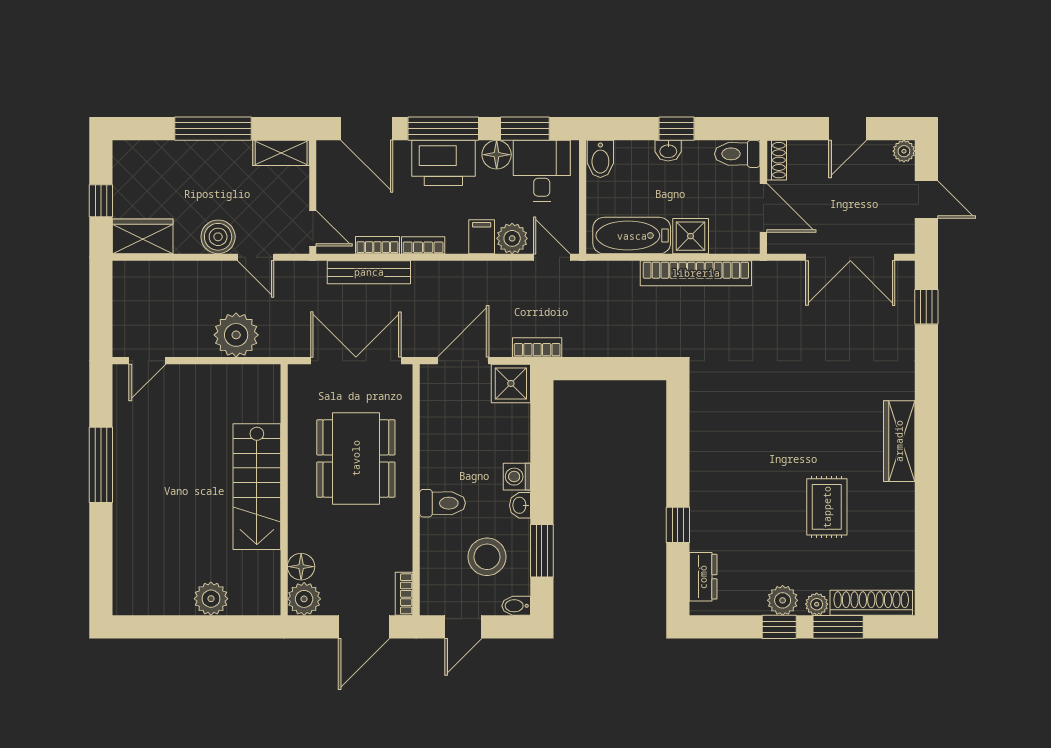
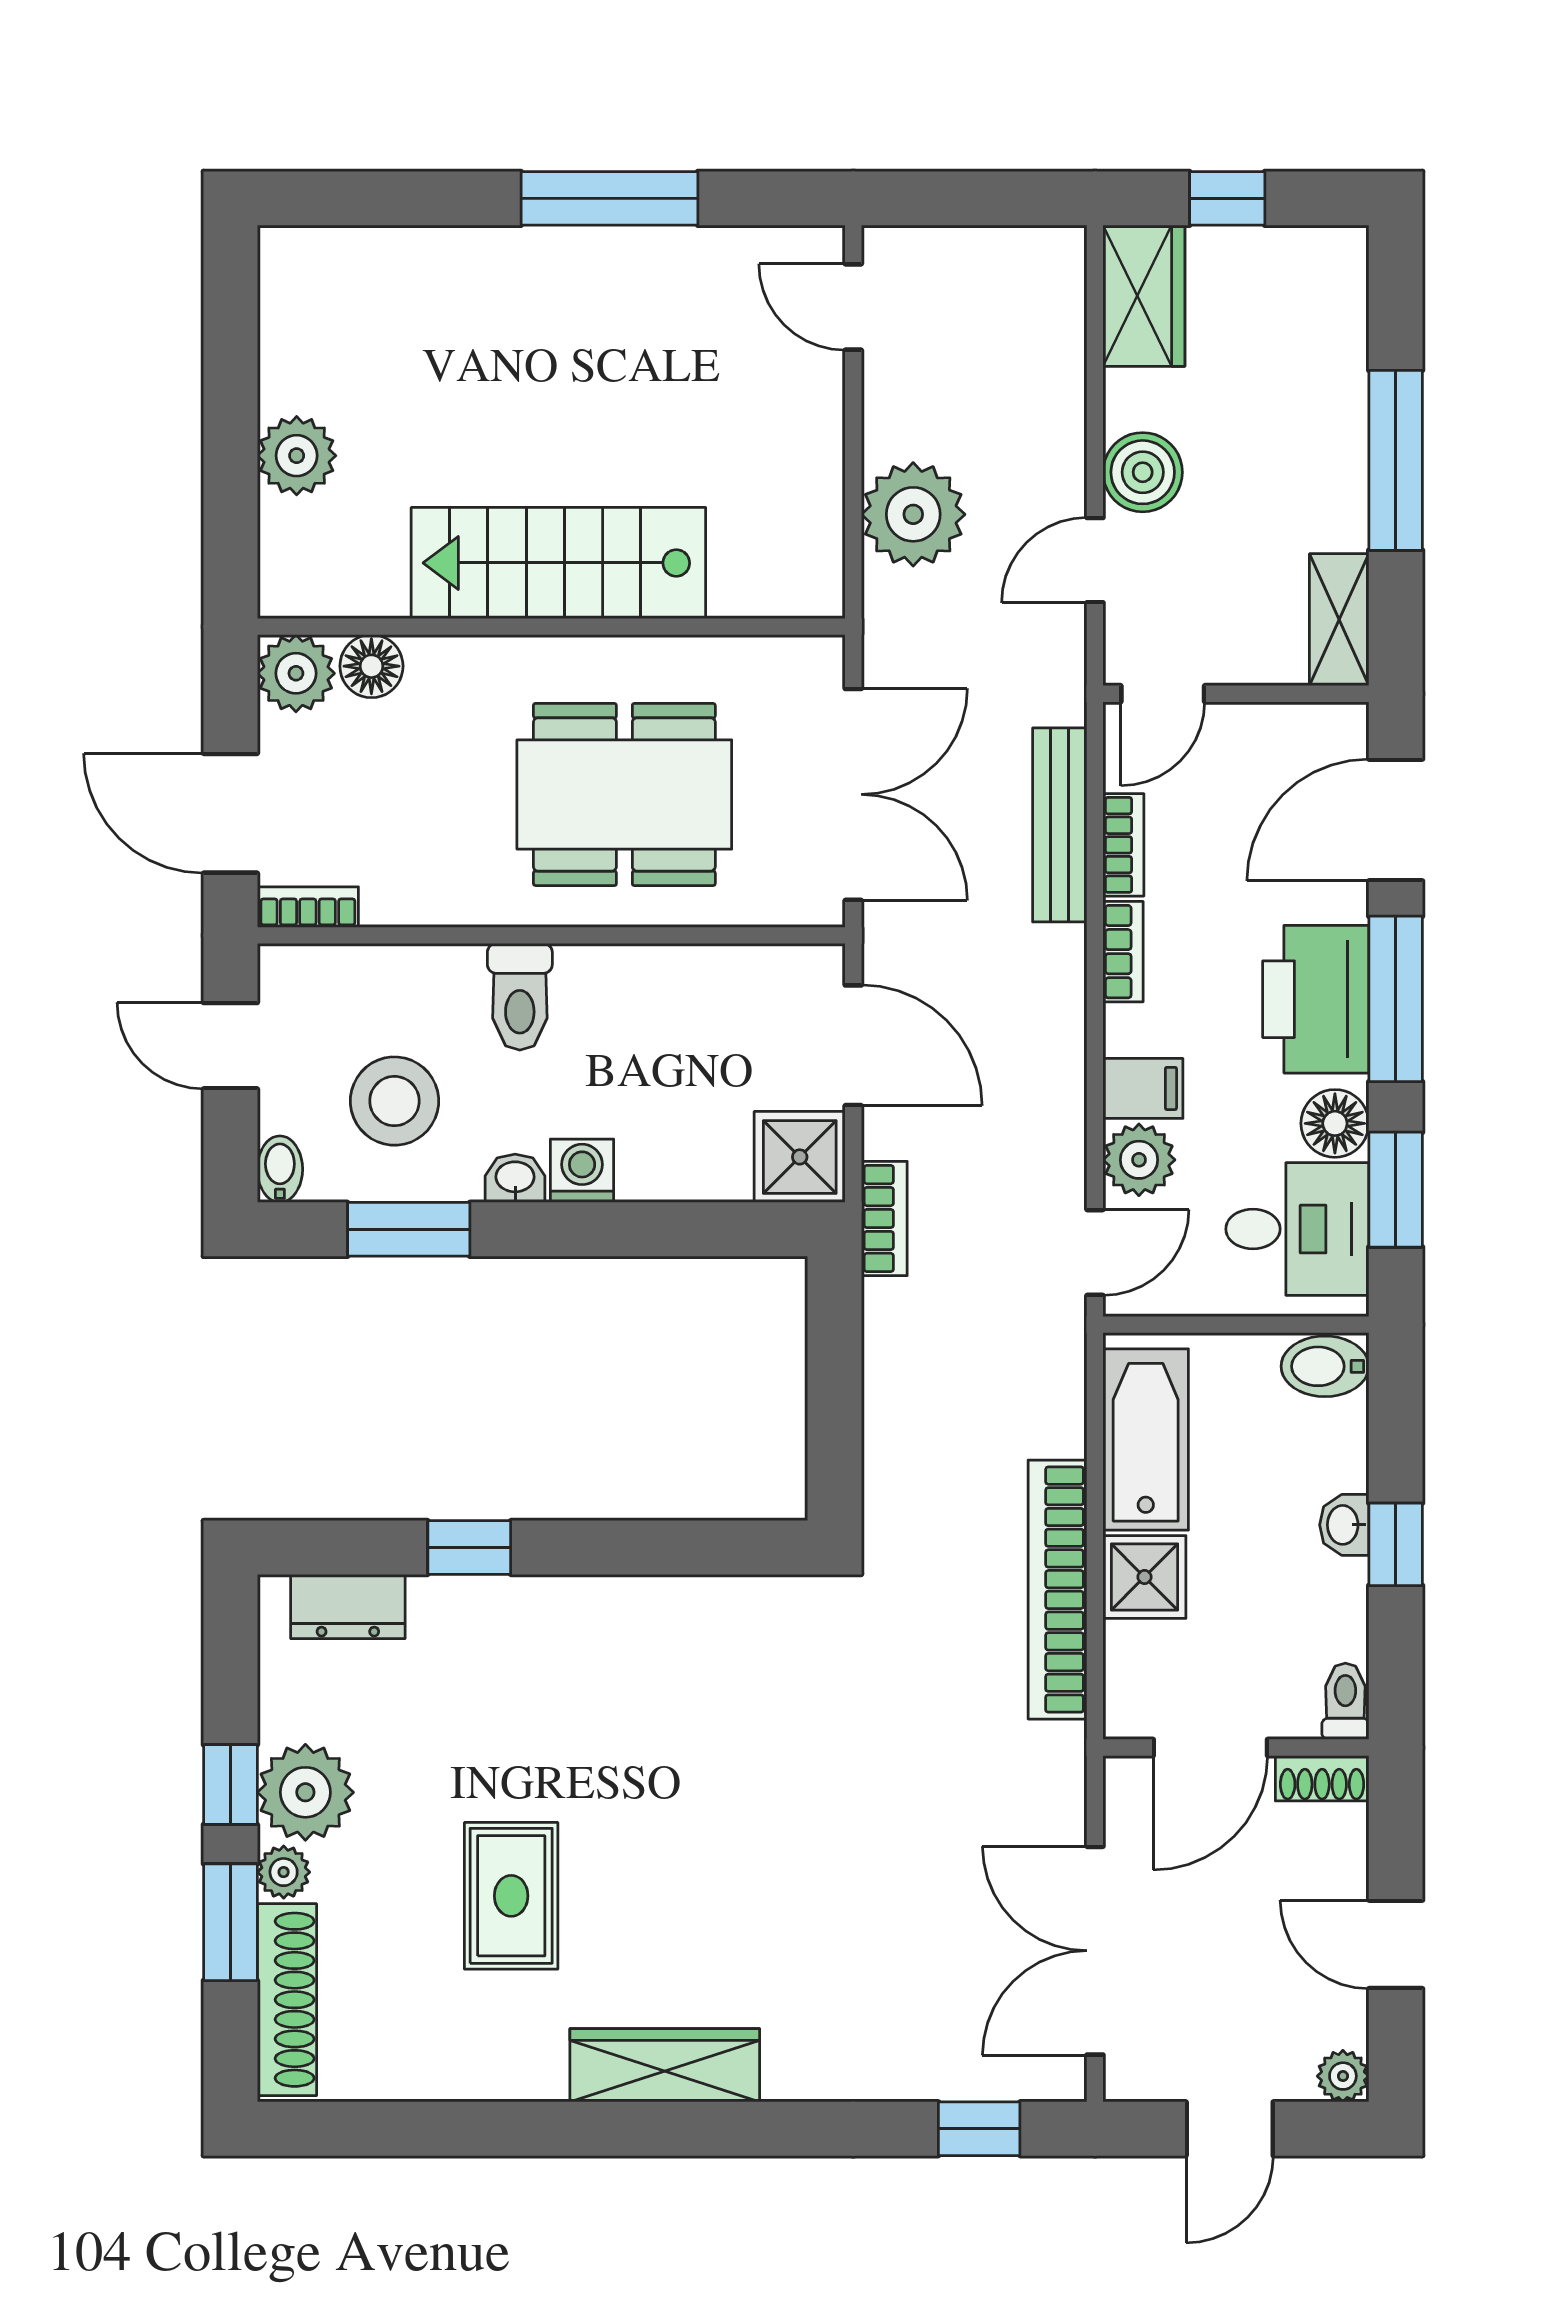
toilet: (737, 154) -> (1345, 1701), width x0.73, depth x0.72
rug: (827, 507) -> (511, 1896), turned 90
plant: (783, 600) -> (305, 1792), width x1.36, depth x1.36

